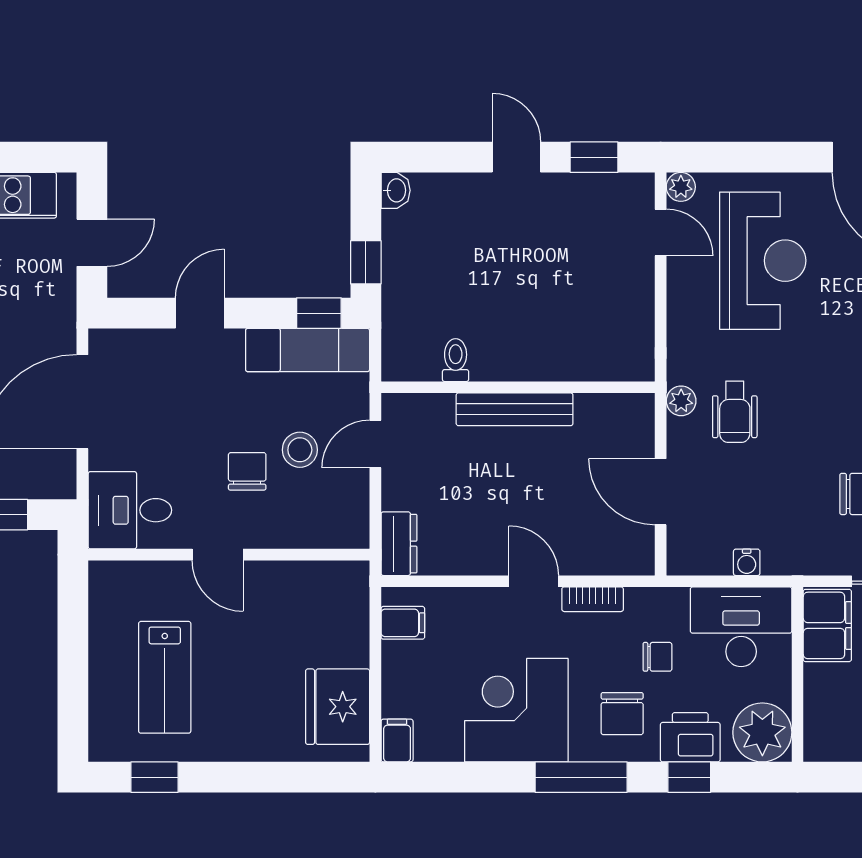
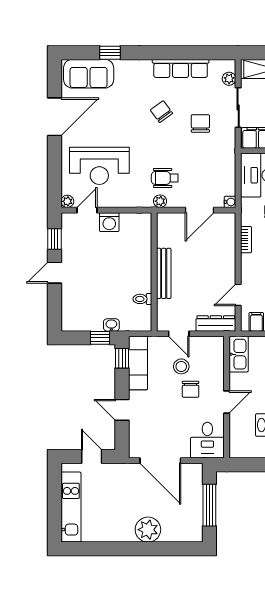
washbasin: (396, 190) -> (111, 325), moved
reception desk: (763, 261) -> (99, 166), turned 180
washing machine: (633, 284) -> (109, 222), added
wheelchair: (735, 412) -> (165, 178), turned 180
chair: (247, 471) -> (191, 389), turned -90
dresser: (399, 544) -> (216, 323), width x1.44
water cooler: (747, 562) -> (230, 202), moved
door: (534, 581) -> (238, 295), moved
kitchen sink: (328, 582) -> (239, 354), added

